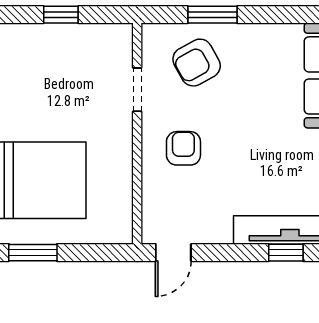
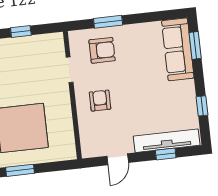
armchair: (197, 63) -> (102, 50), turned -151
door: (173, 253) -> (118, 159), moved

